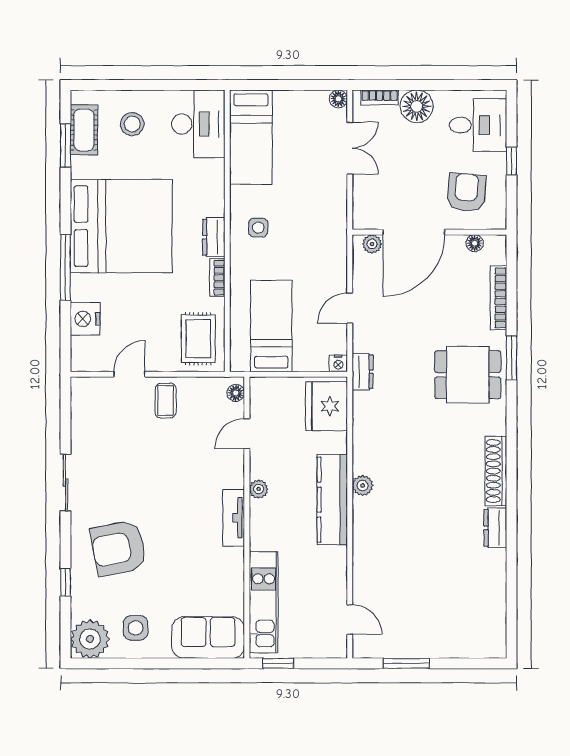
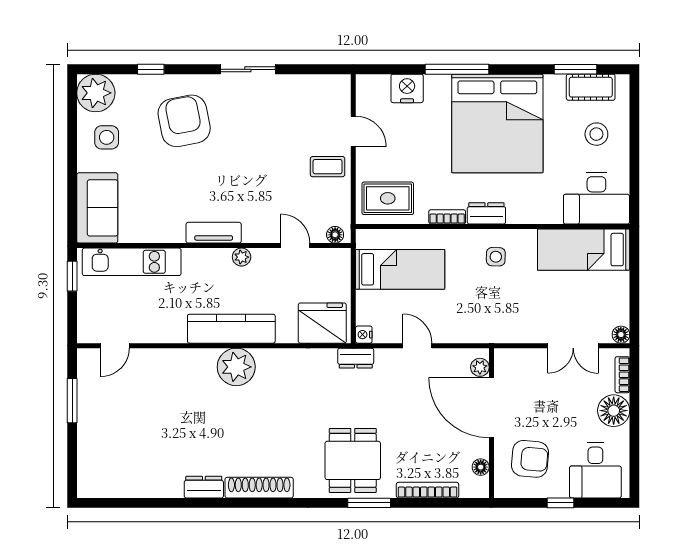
plant: (363, 486) -> (236, 367), width x1.88, depth x1.88

